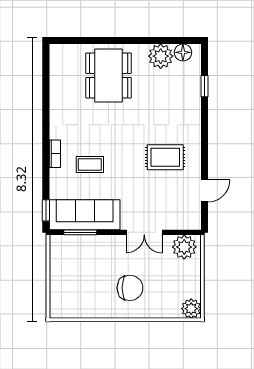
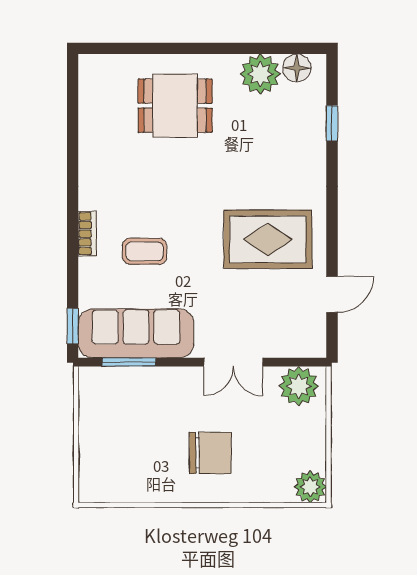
dining table: (109, 75) -> (175, 106), width x0.73
rug: (165, 157) -> (268, 239), width x1.36, depth x1.43

